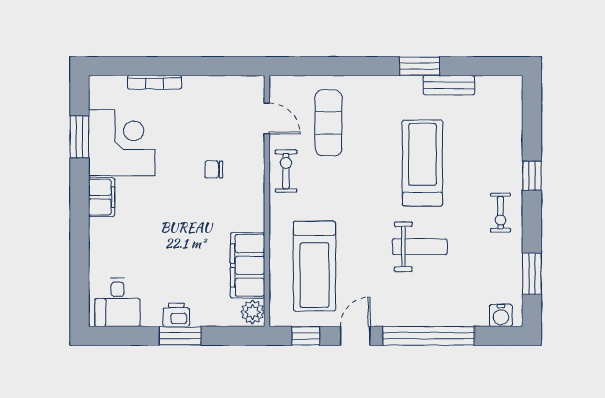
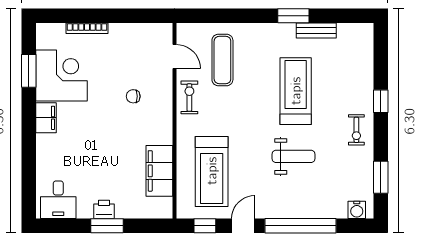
plant: (253, 312) -> (163, 207), removed

